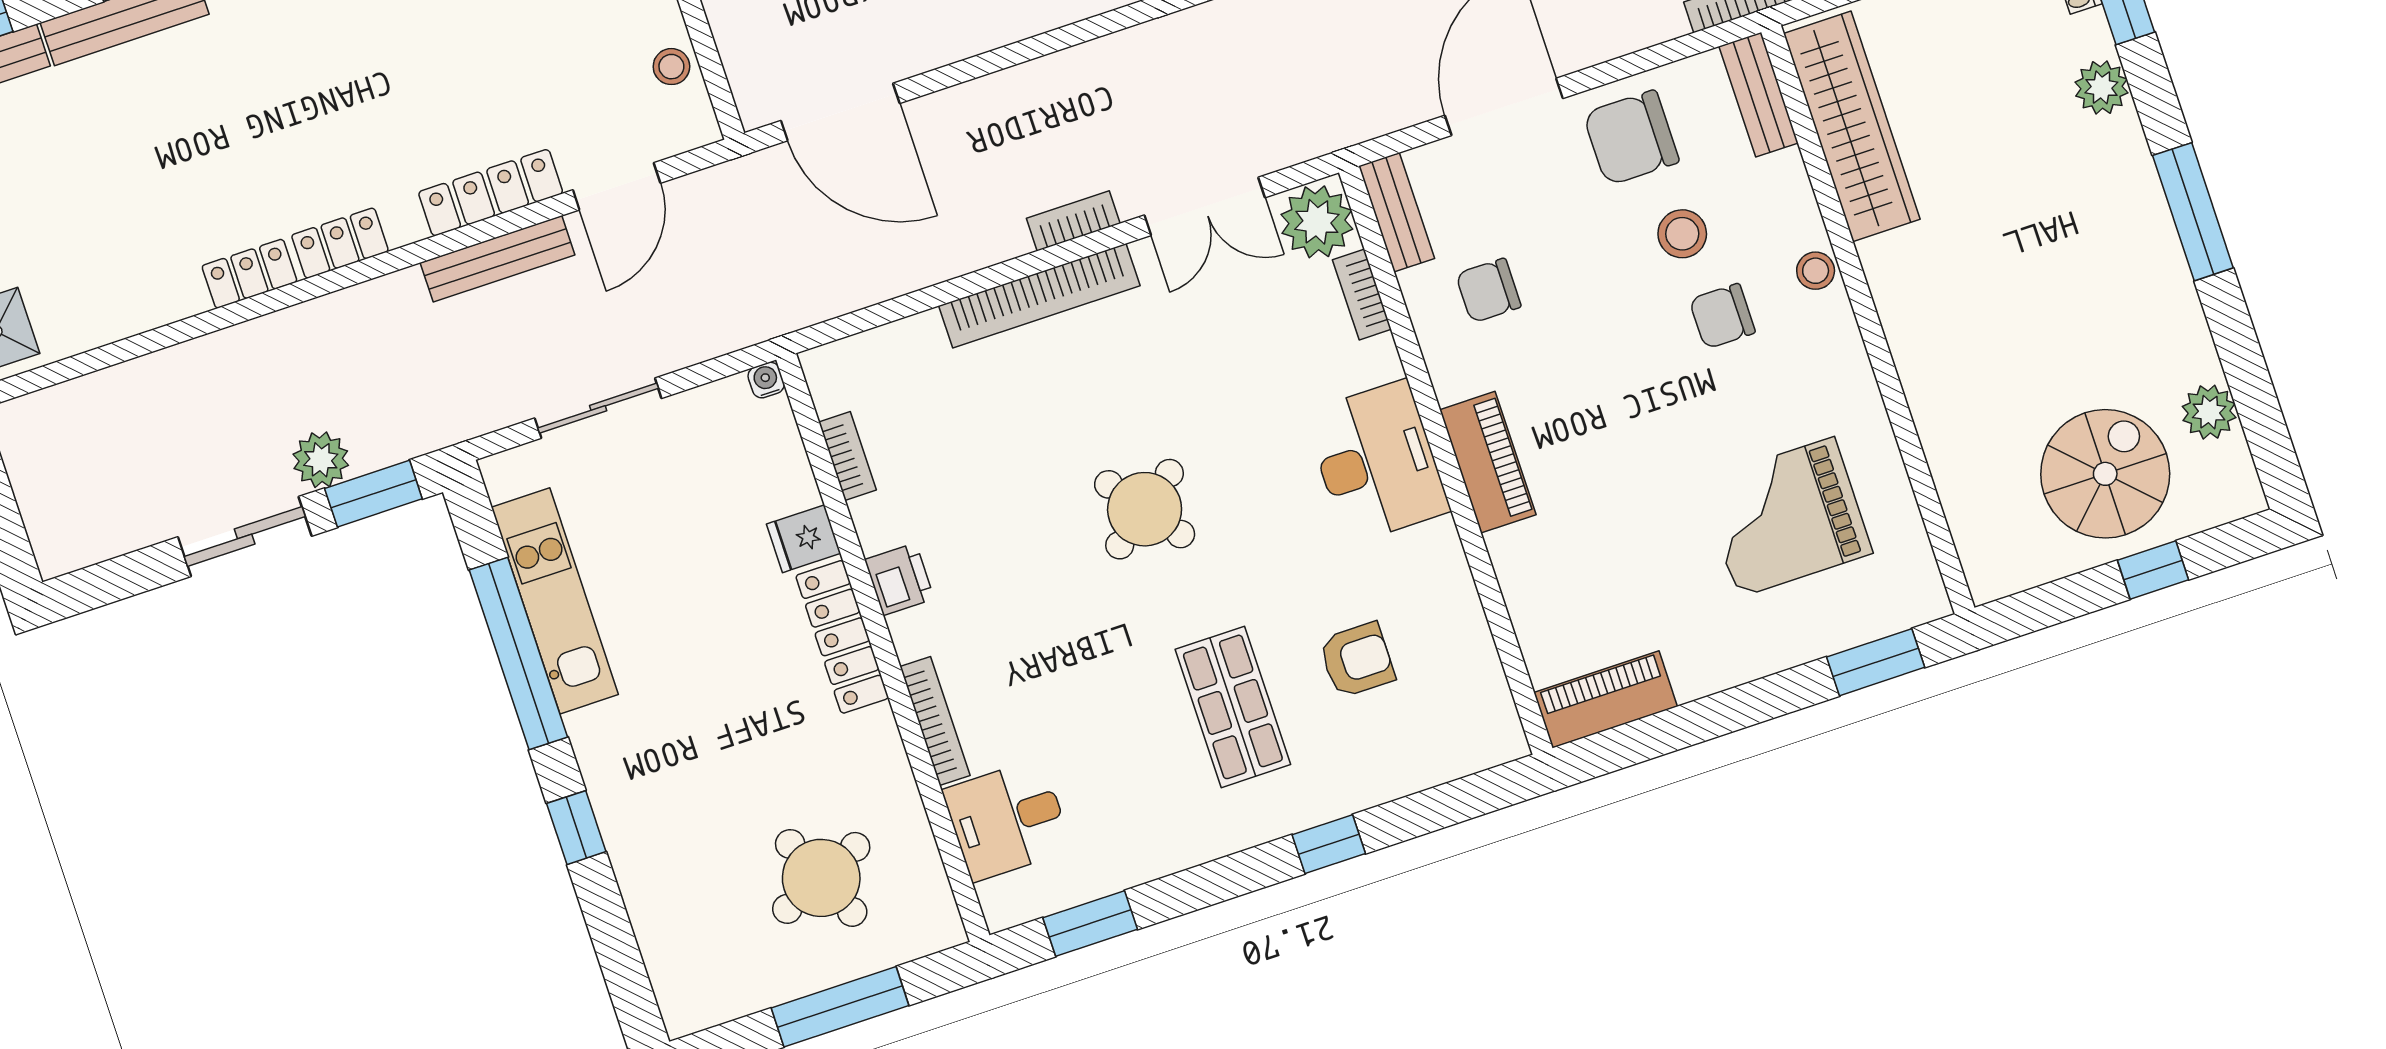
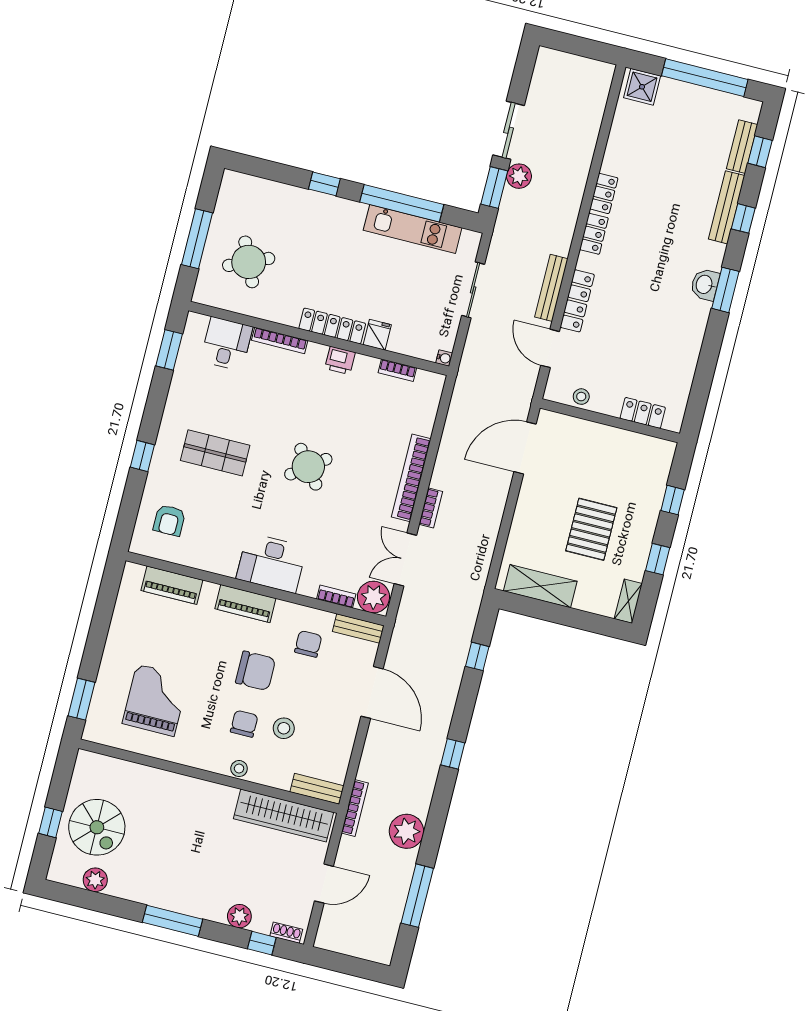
chair: (1631, 138) -> (256, 671), moved, turned 90
armchair: (1357, 660) -> (169, 520), moved
piano: (1606, 699) -> (172, 585), moved, turned 90

